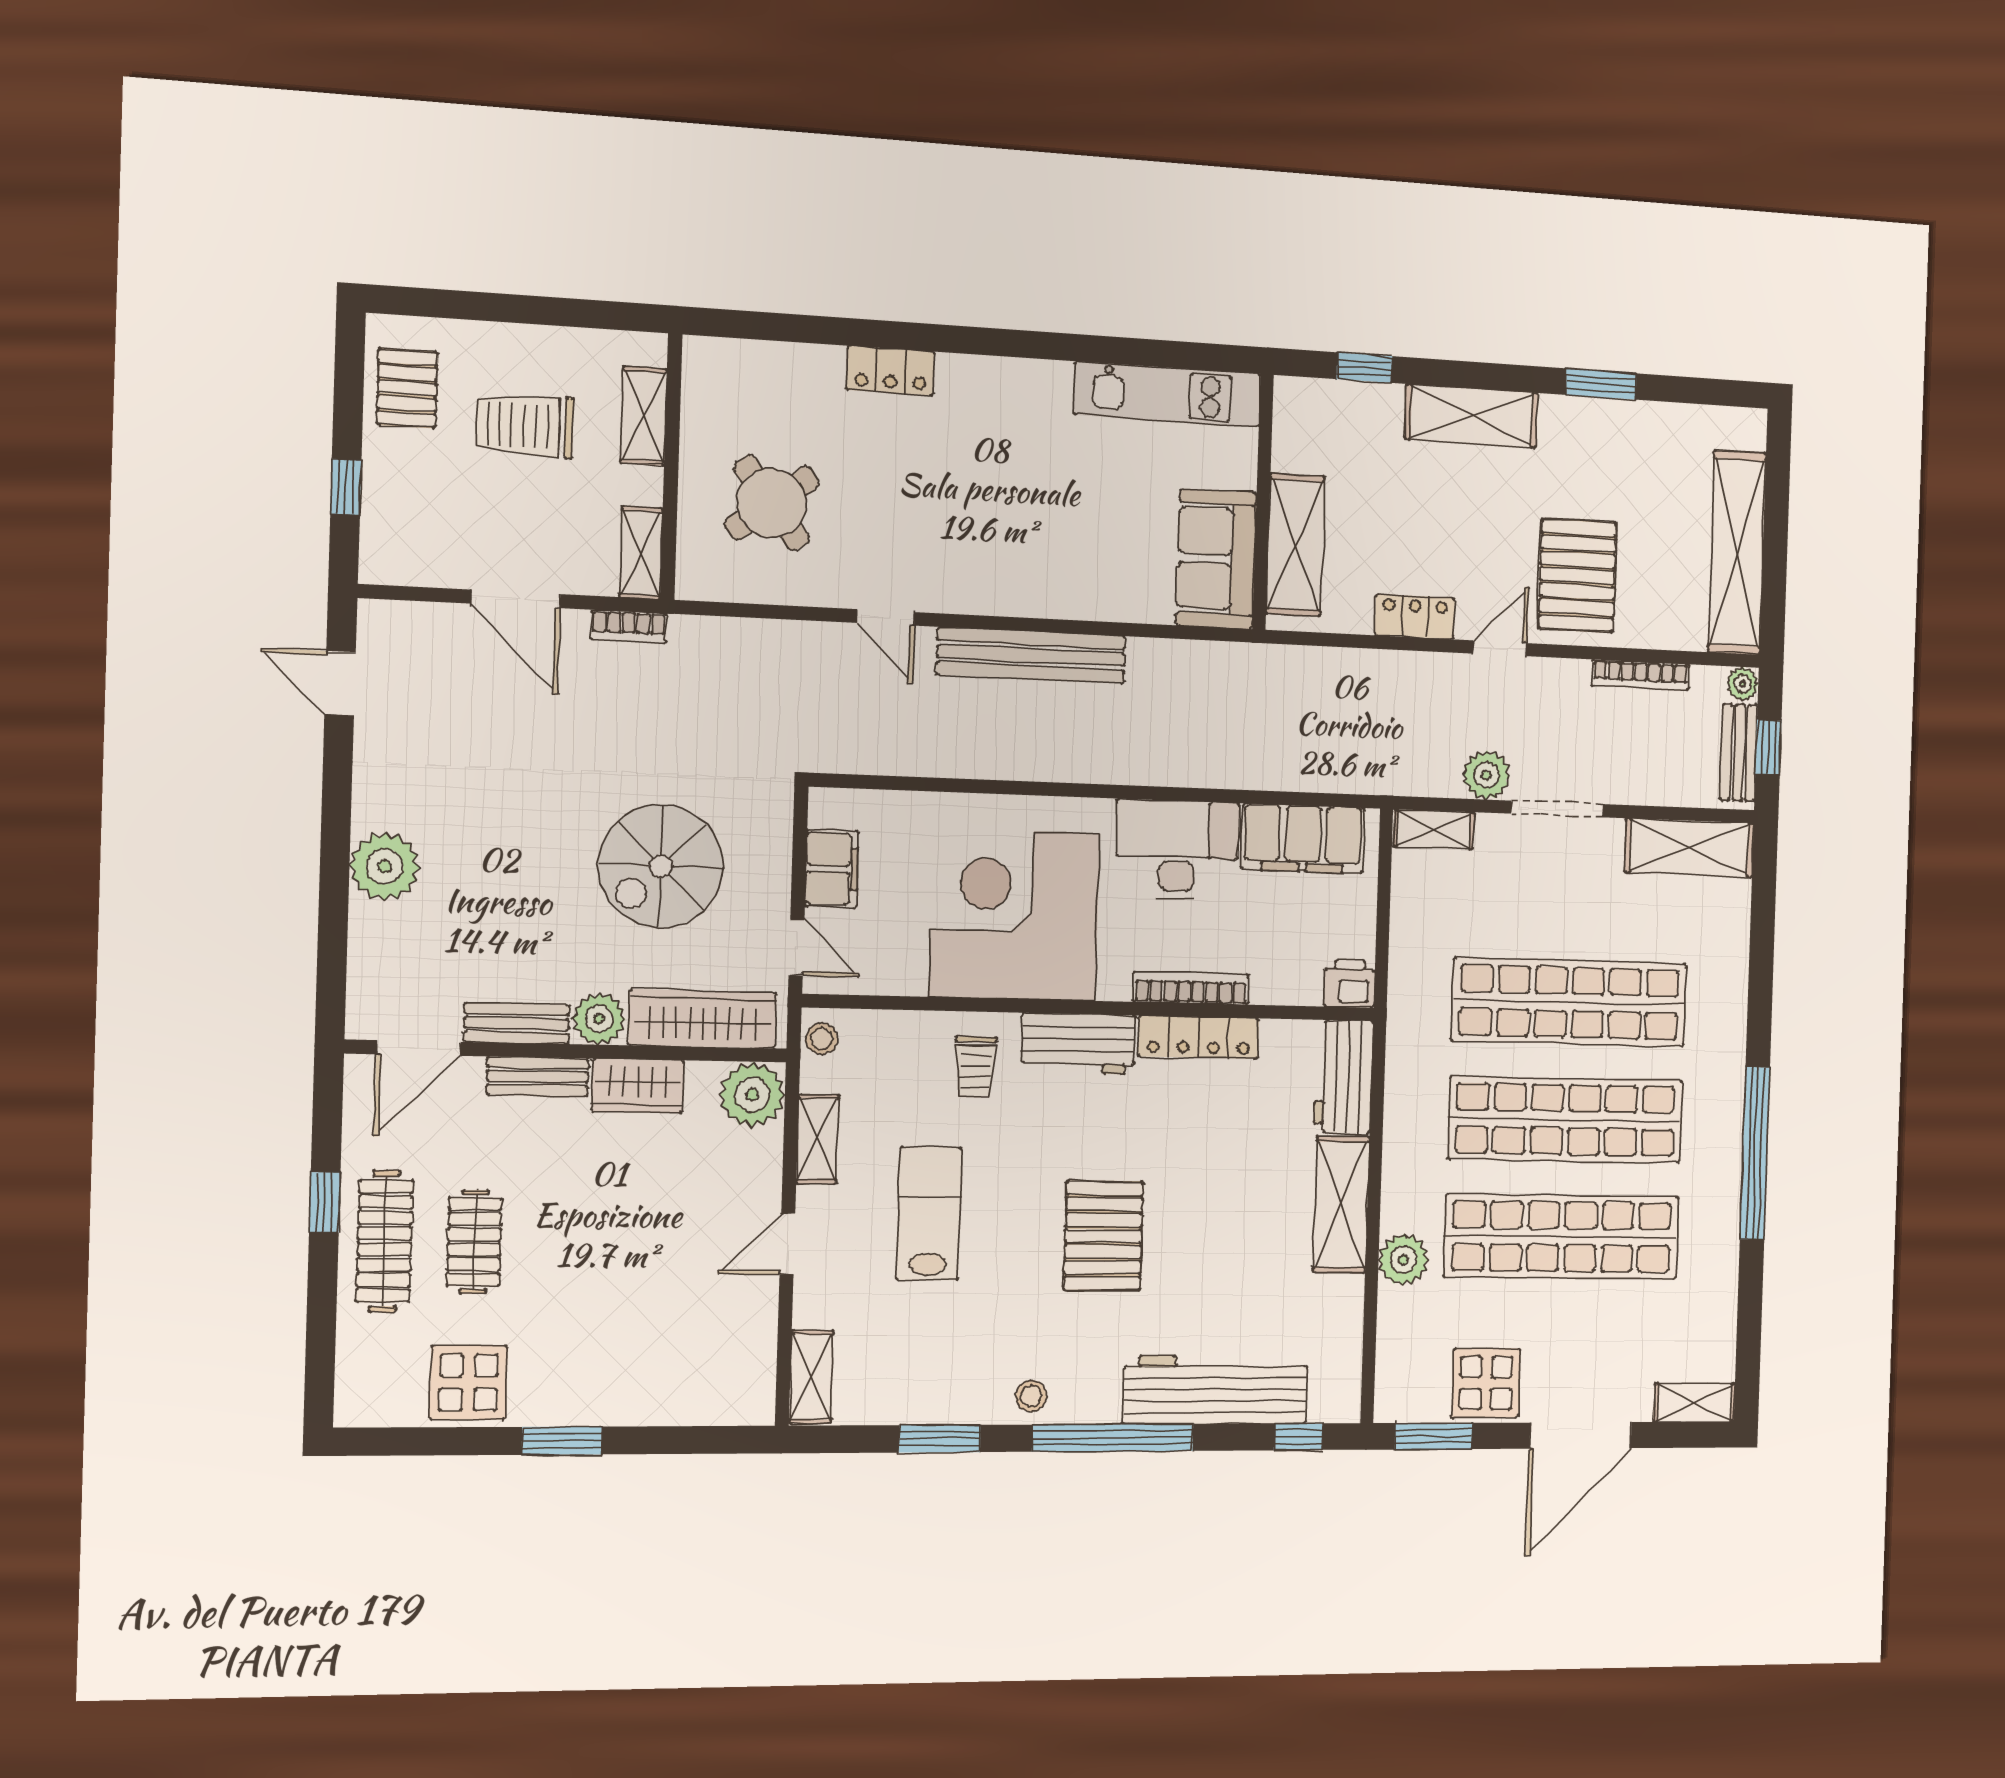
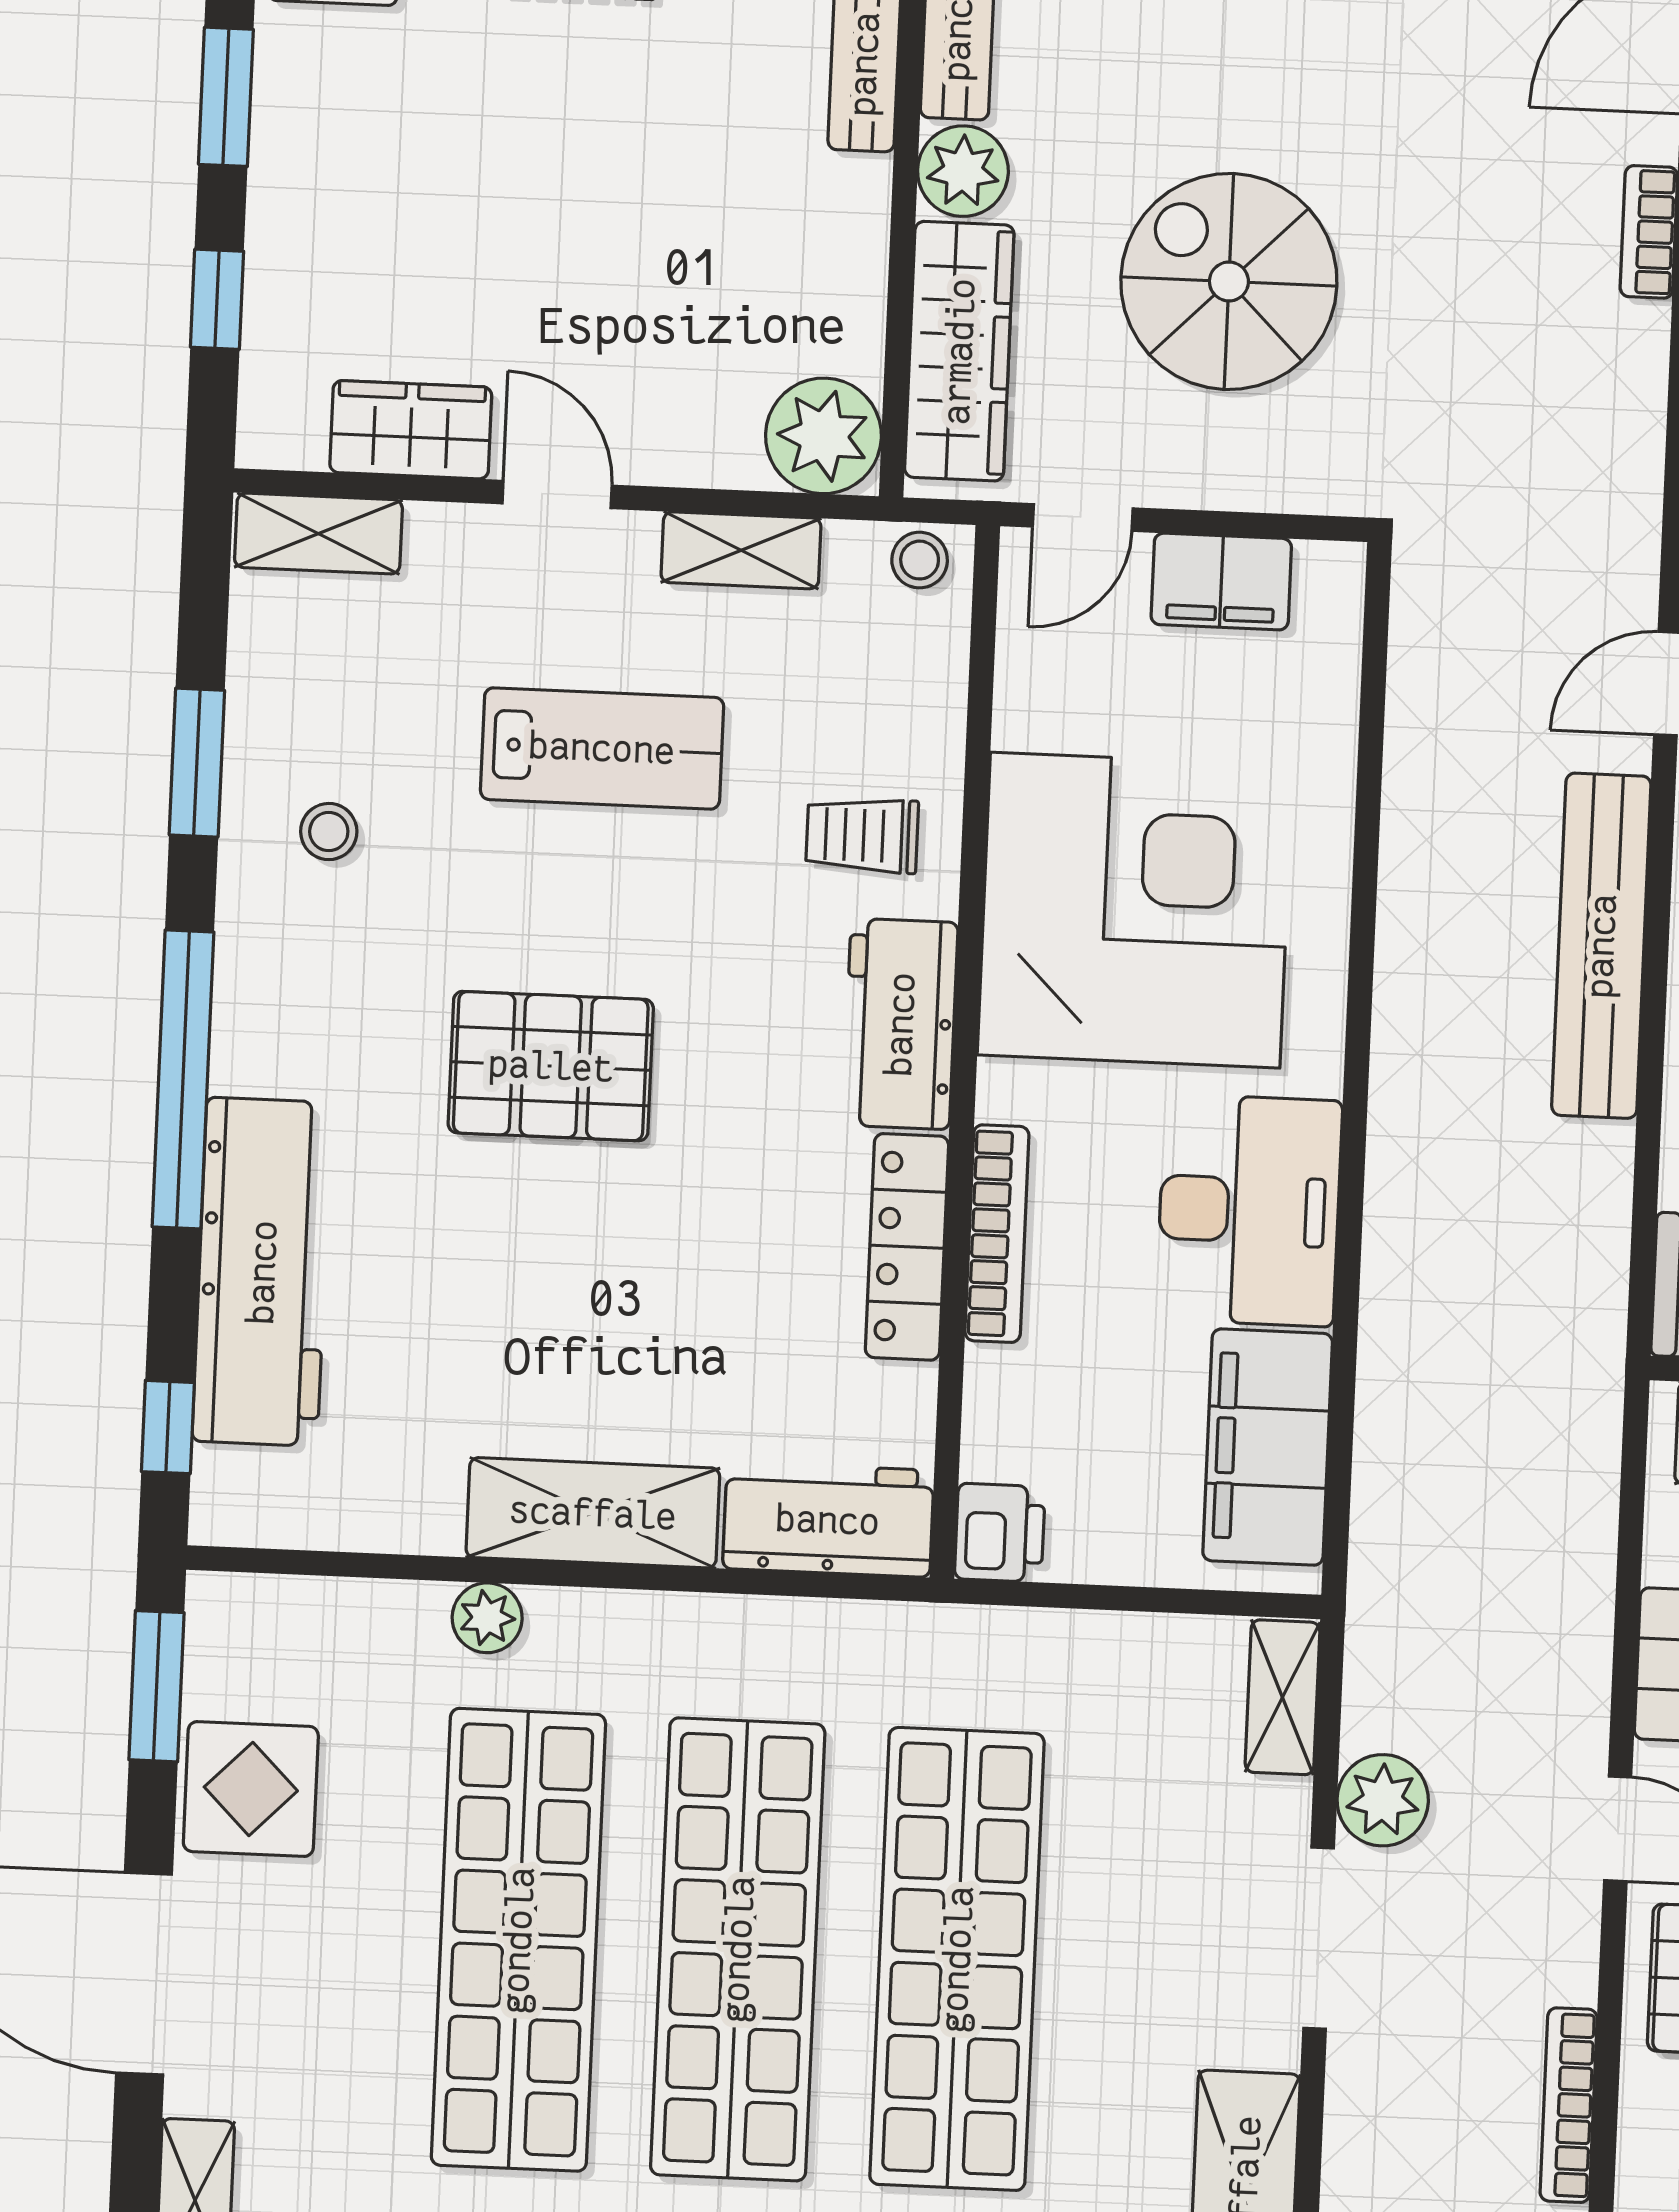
wardrobe: (638, 1086) -> (411, 430), moved, turned 90
plant: (1403, 1260) -> (487, 1618), width x0.73, depth x0.73
stool: (1031, 1396) -> (329, 832), moved
window: (679, 1440) -> (217, 299), added

